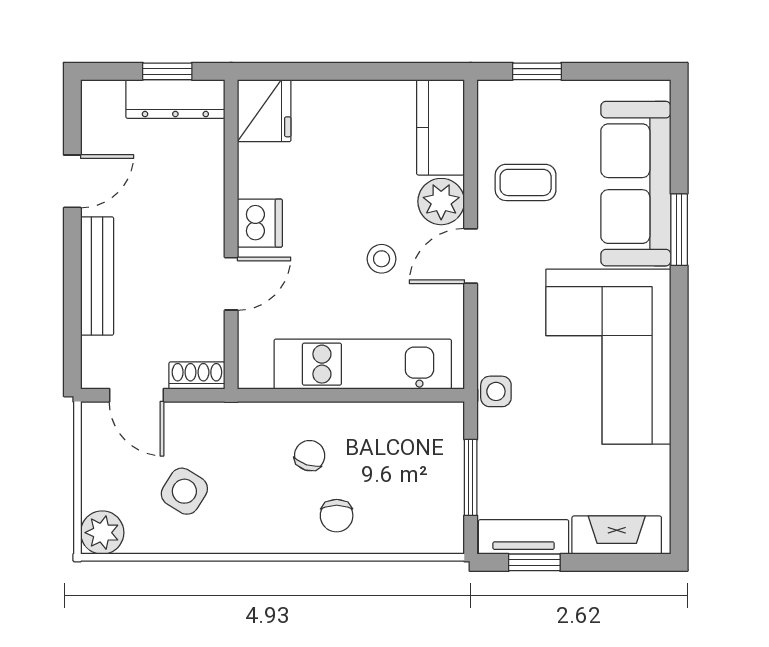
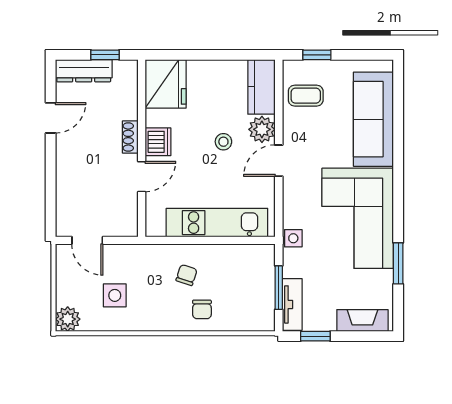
dresser: (175, 99) -> (84, 71), moved
fridge: (264, 111) -> (166, 84), width x1.36, depth x1.34
coffee table: (526, 182) -> (306, 96), moved
window: (679, 230) -> (398, 263), moved
stool: (382, 259) -> (223, 142), moved
bench: (97, 276) -> (65, 172), removed
shoe rack: (197, 375) -> (130, 137), moved, turned -90
side table: (184, 491) -> (115, 295), turned -32
tv unit: (524, 537) -> (292, 304), moved, turned 90

